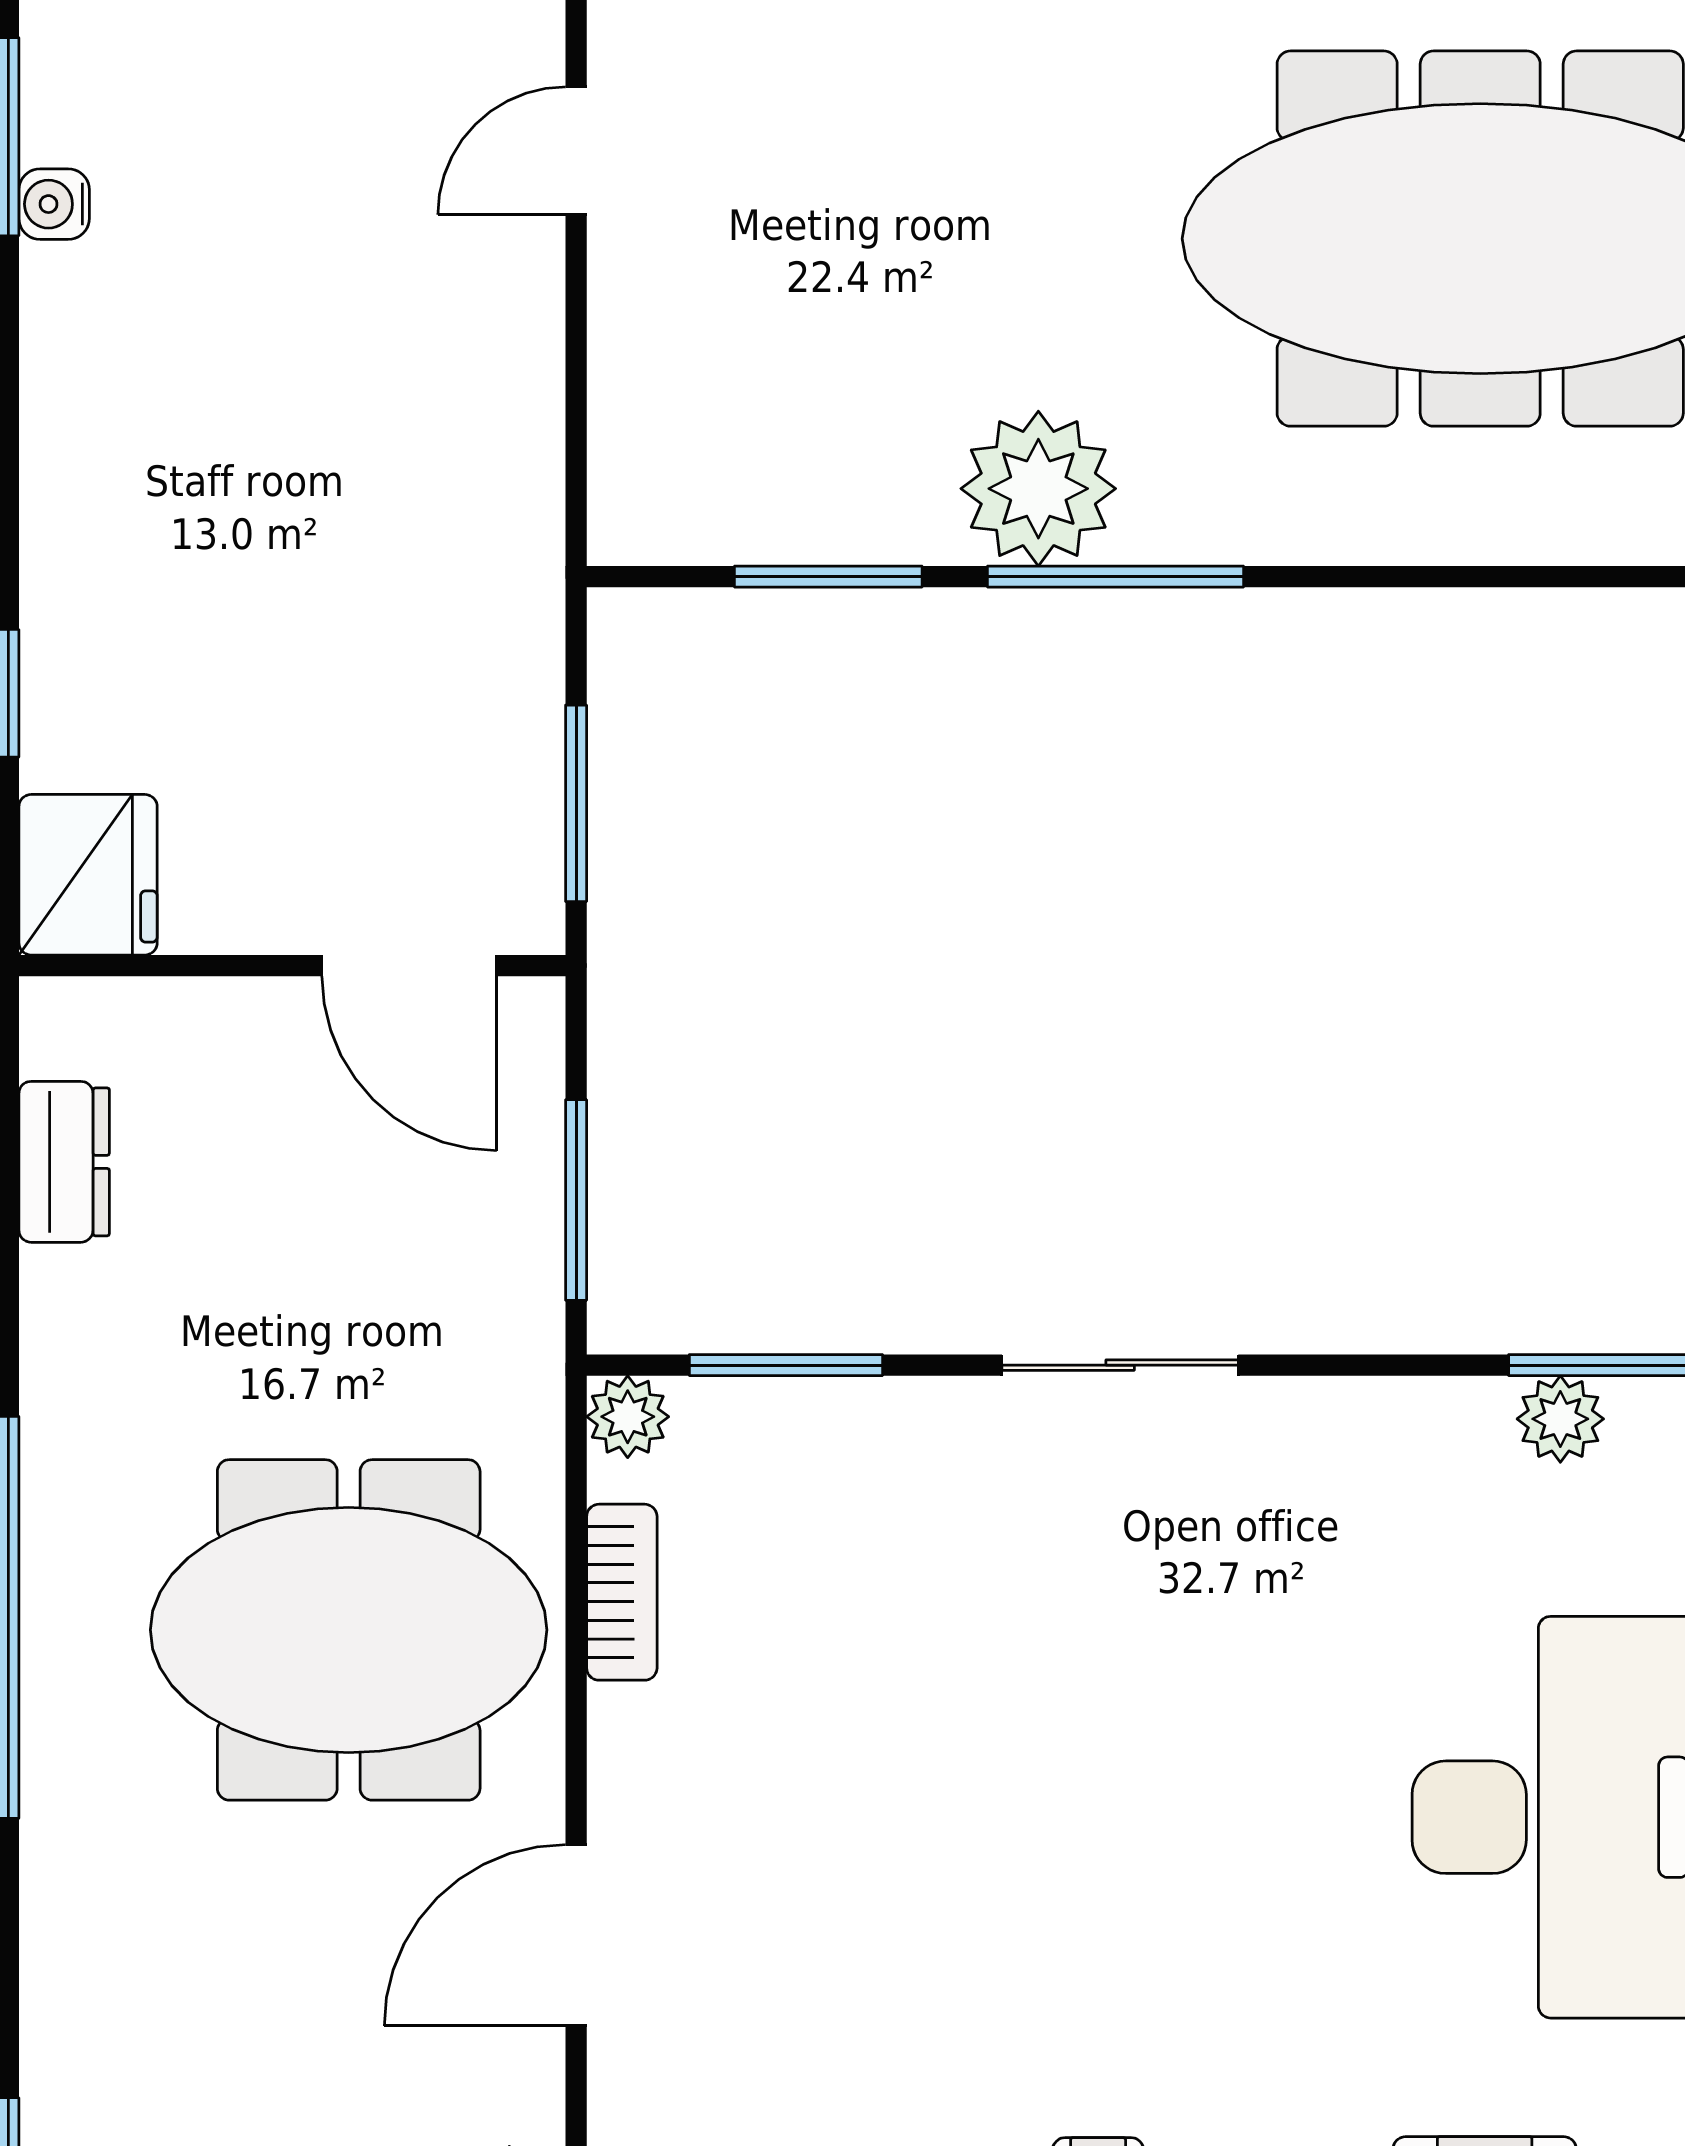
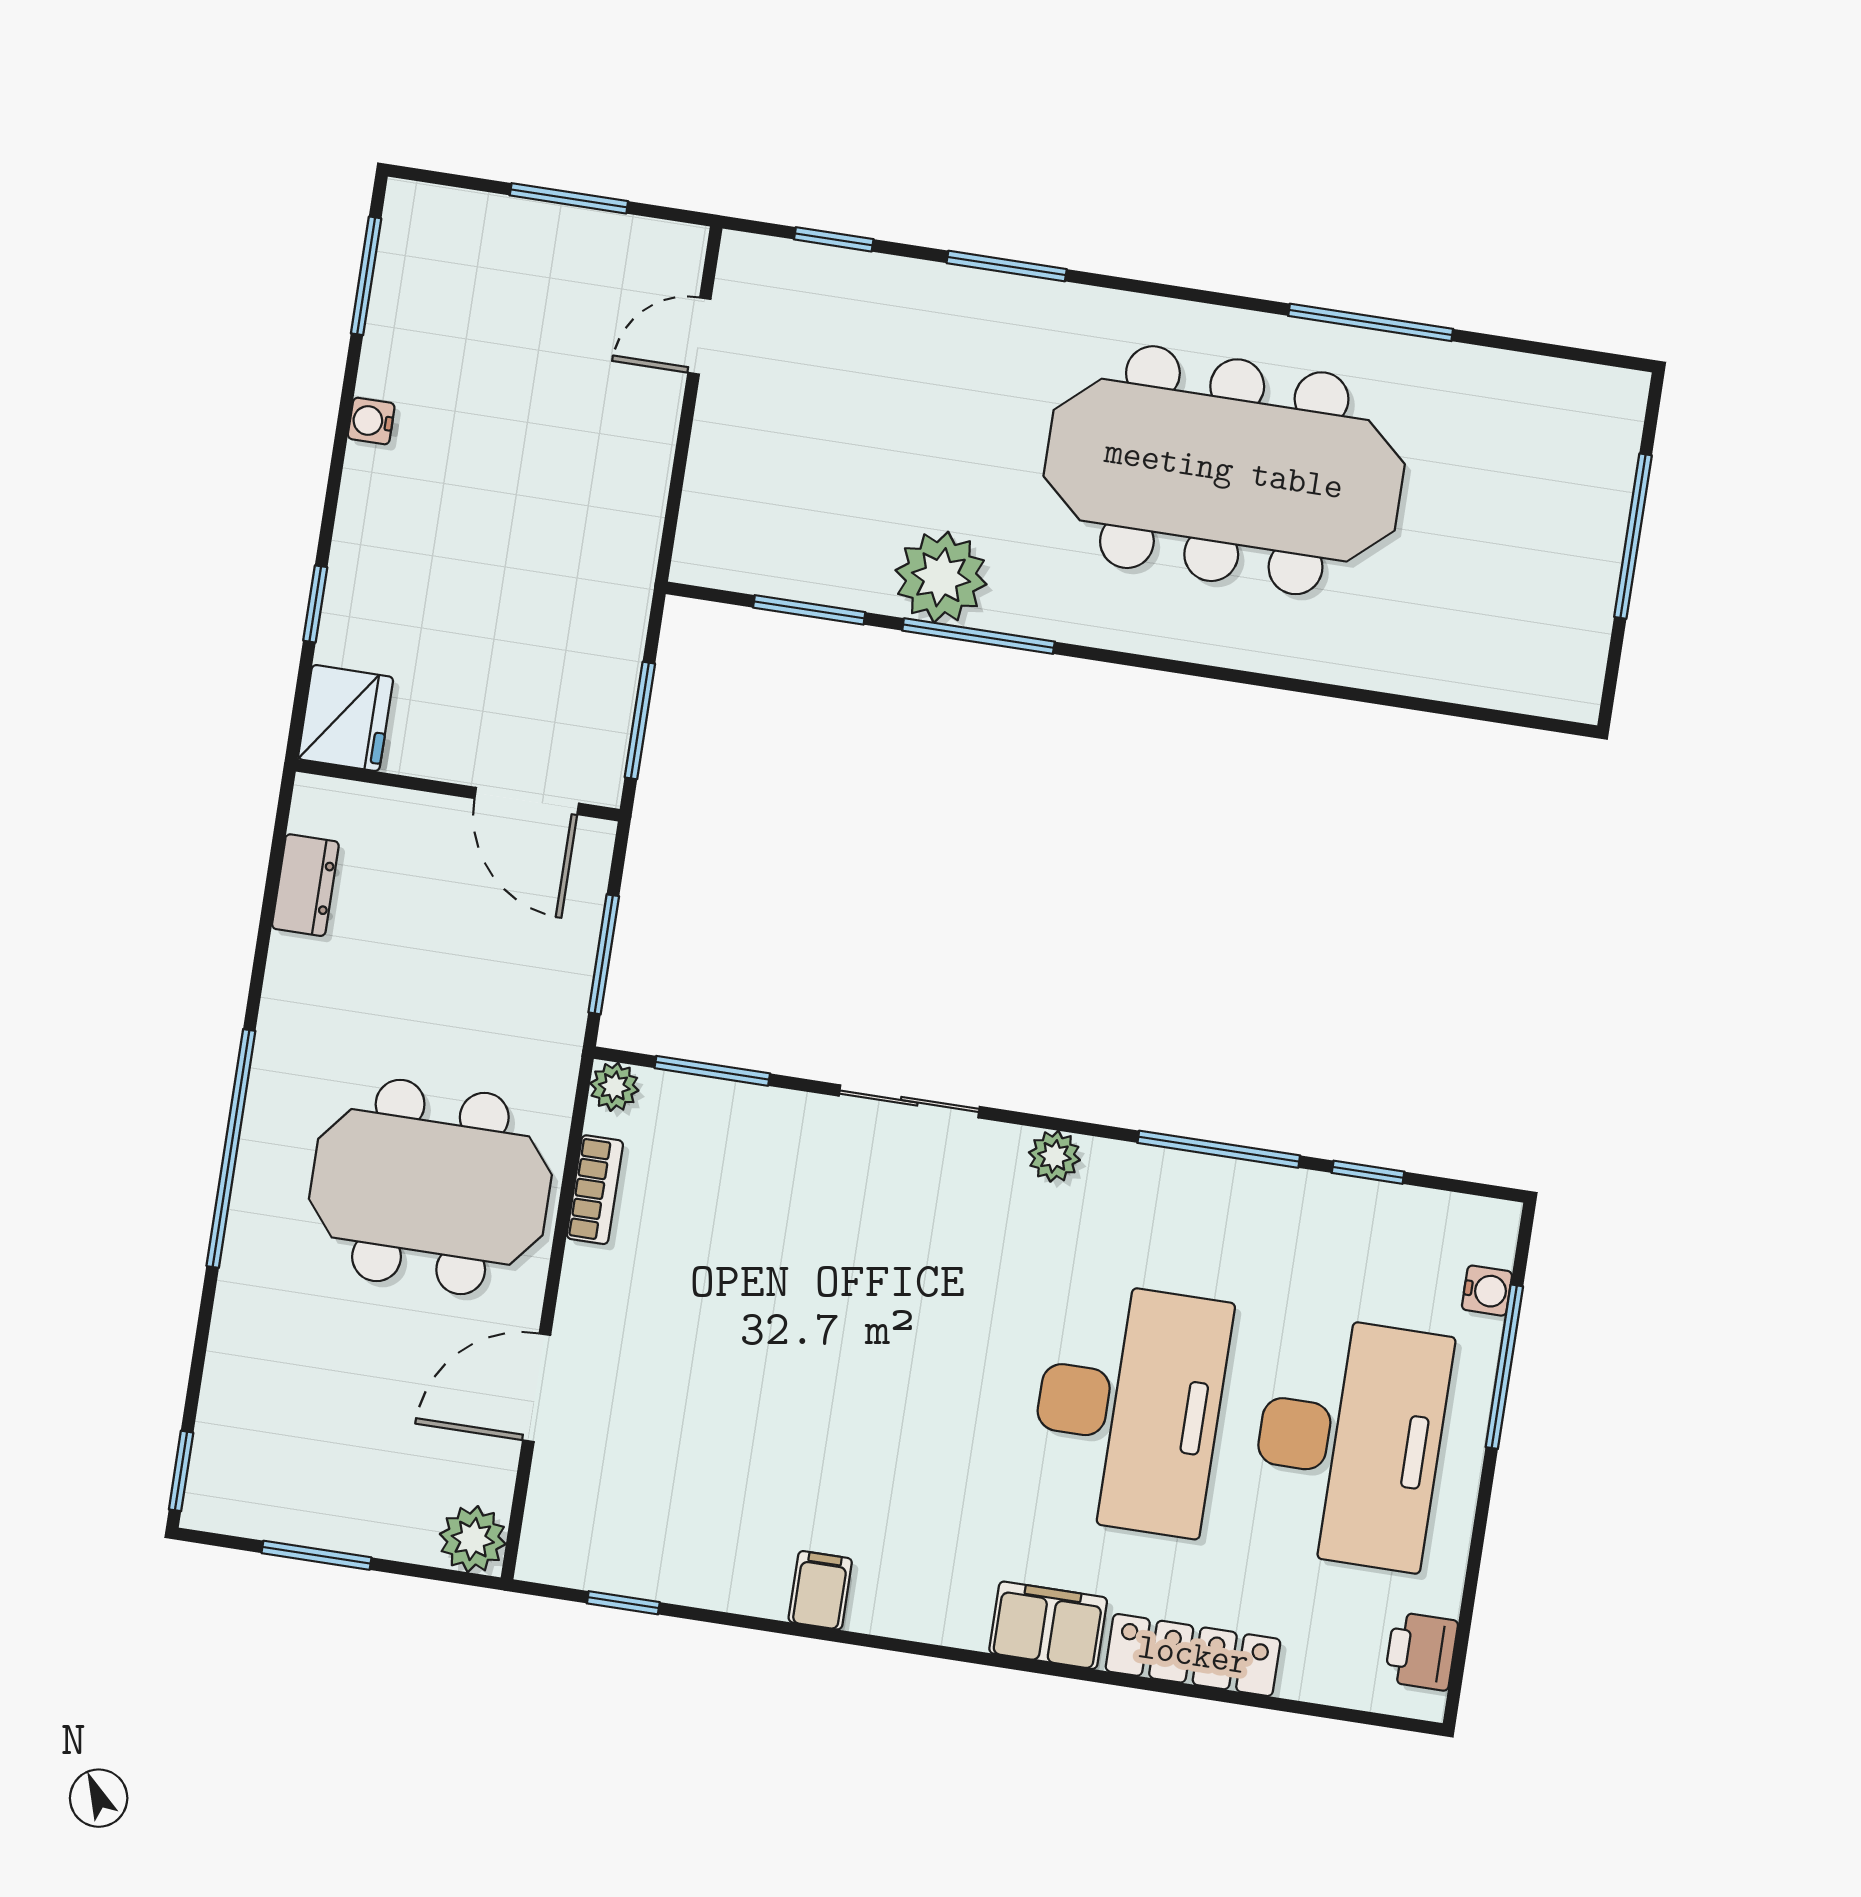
water cooler: (54, 204) -> (371, 421), moved
plant: (1560, 1419) -> (1054, 1156), moved

